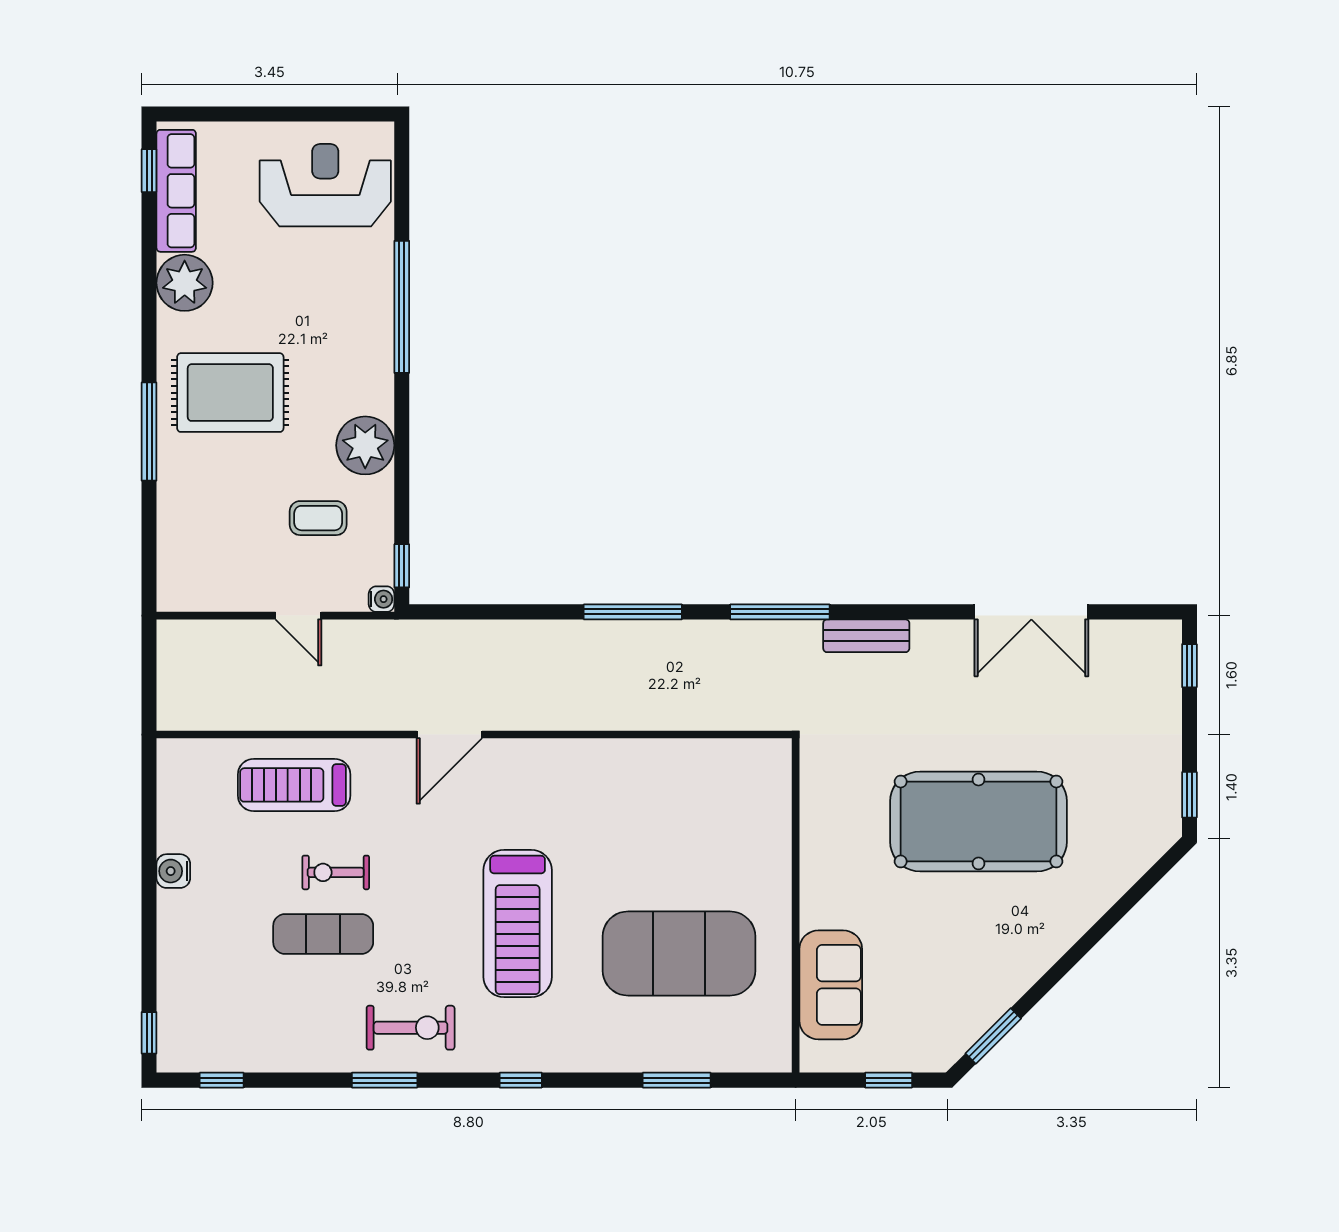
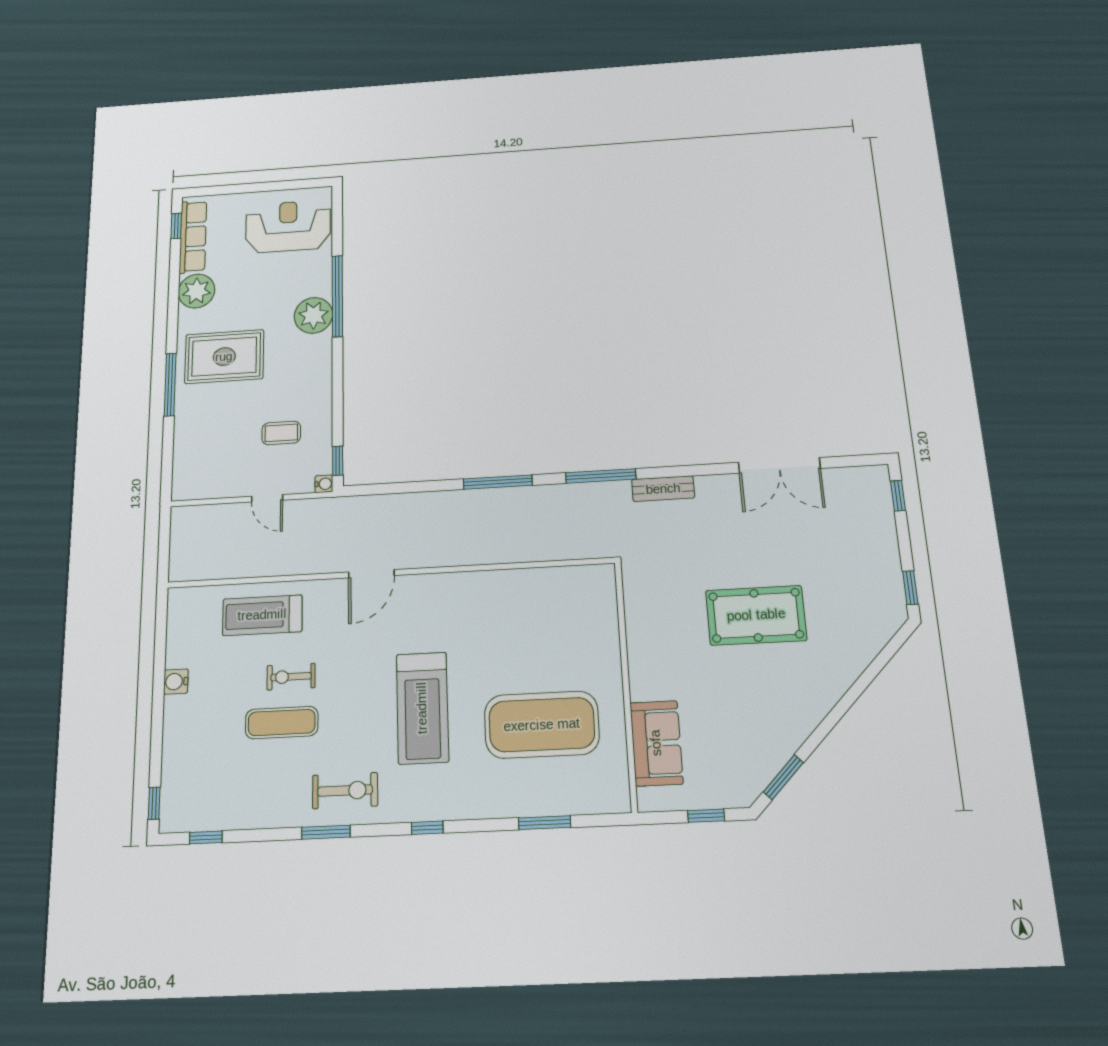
plant: (365, 445) -> (313, 315), moved
pool table: (978, 821) -> (756, 615), width x0.73, depth x0.76

